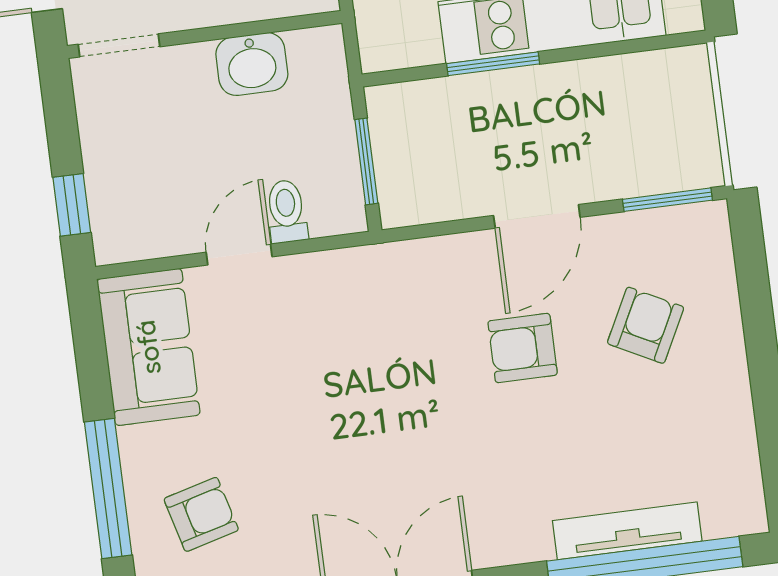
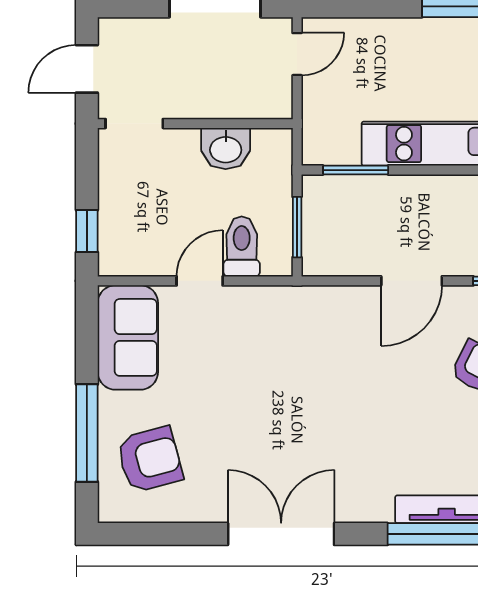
window: (493, 64) -> (356, 170), moved
toilet: (287, 211) -> (242, 246), width x1.37, depth x1.39
armchair: (523, 348) -> (390, 372), removed
armchair: (201, 514) -> (150, 459), width x1.38, depth x1.38

